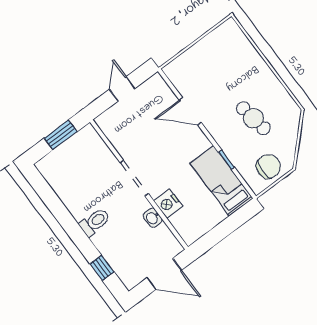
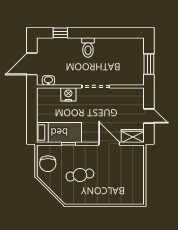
wardrobe: (160, 90) -> (133, 136), added
door: (190, 111) -> (109, 144), hinge flipped
washbasin: (153, 218) -> (48, 80), moved

